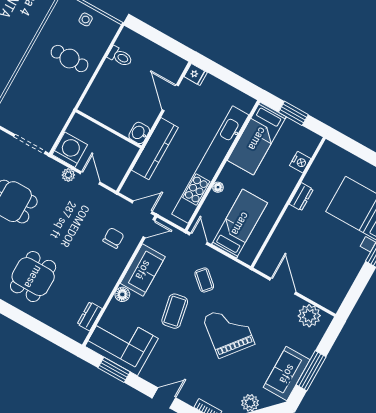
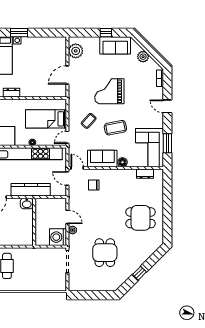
door: (90, 178) -> (67, 217), swing flipped
grand piano: (229, 331) -> (109, 91), turned 51
window: (311, 371) -> (106, 33), width x0.46

